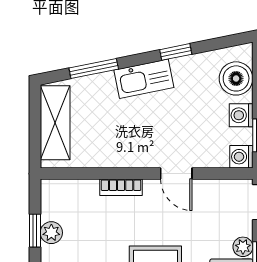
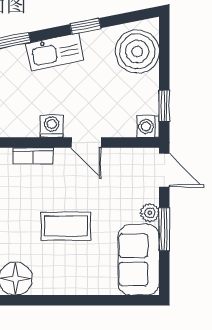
boiler: (236, 78) -> (137, 52), width x1.37, depth x1.37
washing machine: (241, 115) -> (52, 126), moved, turned 90

